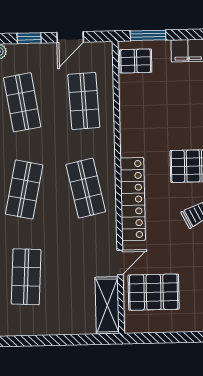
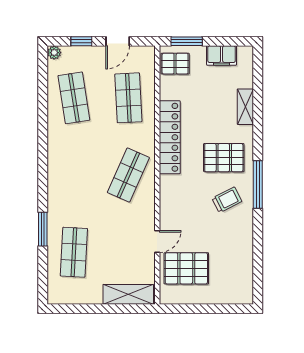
shop shelf: (86, 188) -> (128, 175), turned 36
shop shelf: (24, 190) -> (74, 175), removed
locker: (133, 199) -> (170, 137), moved
shelving: (107, 305) -> (128, 294), moved, turned 90

